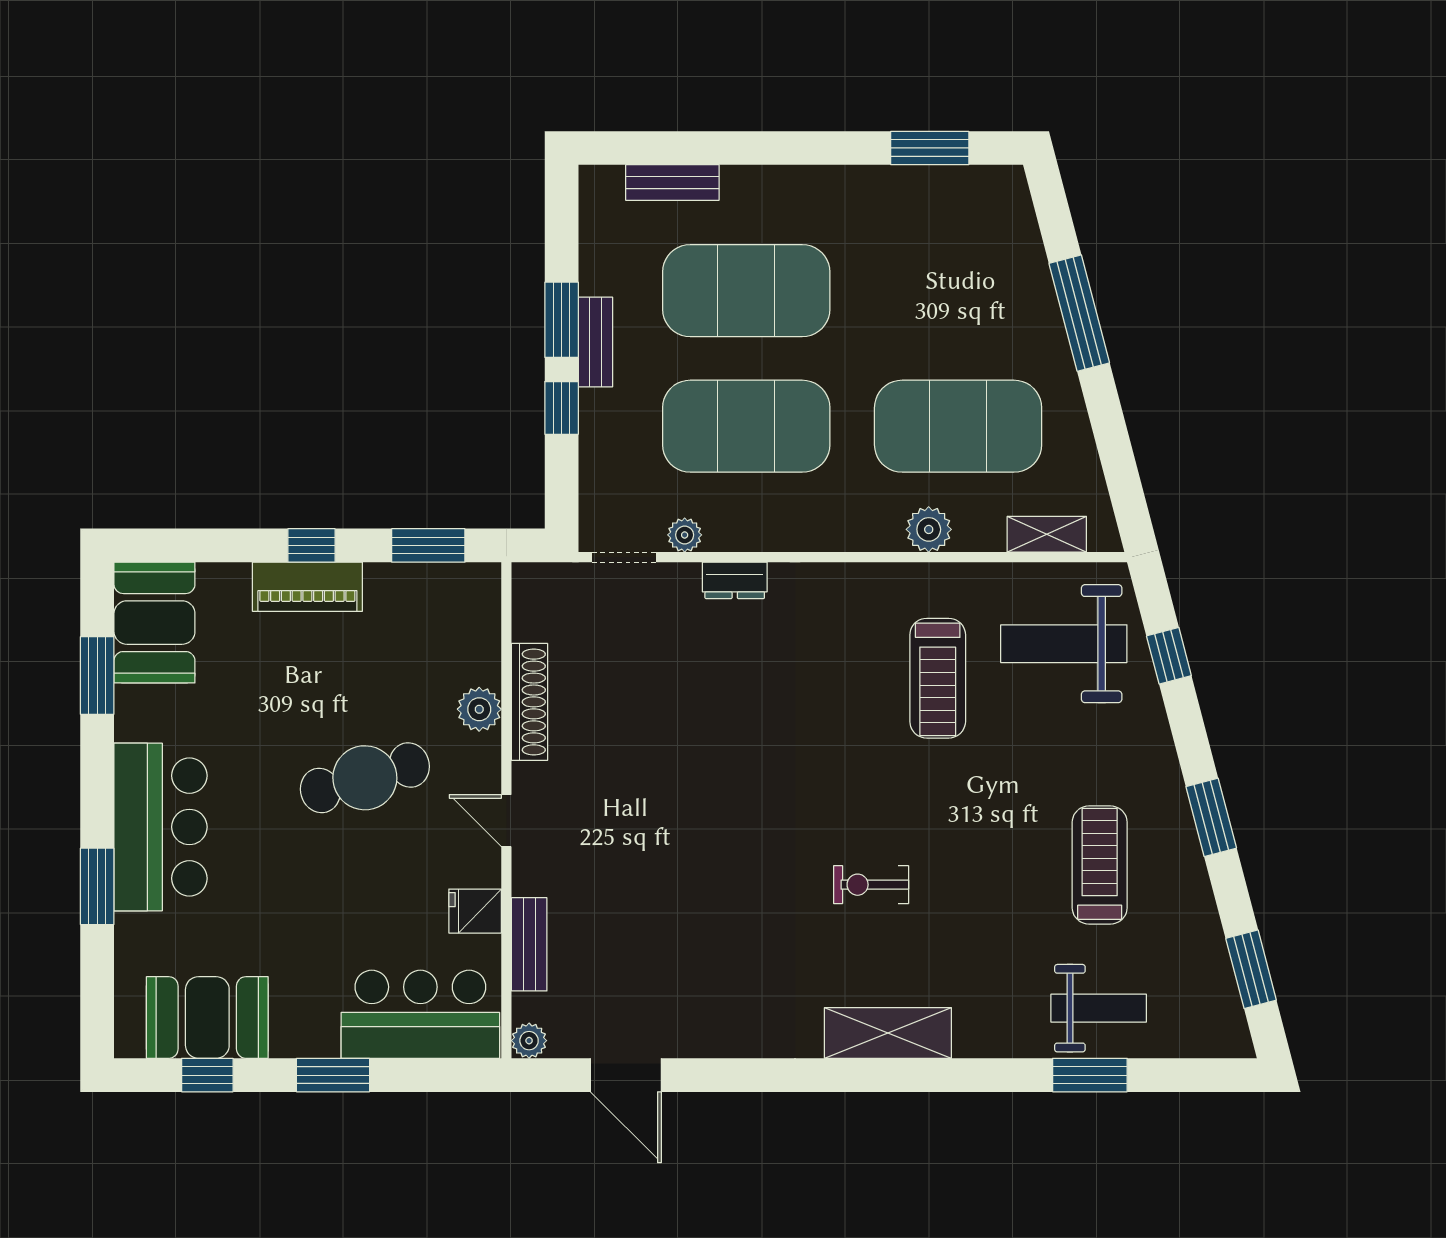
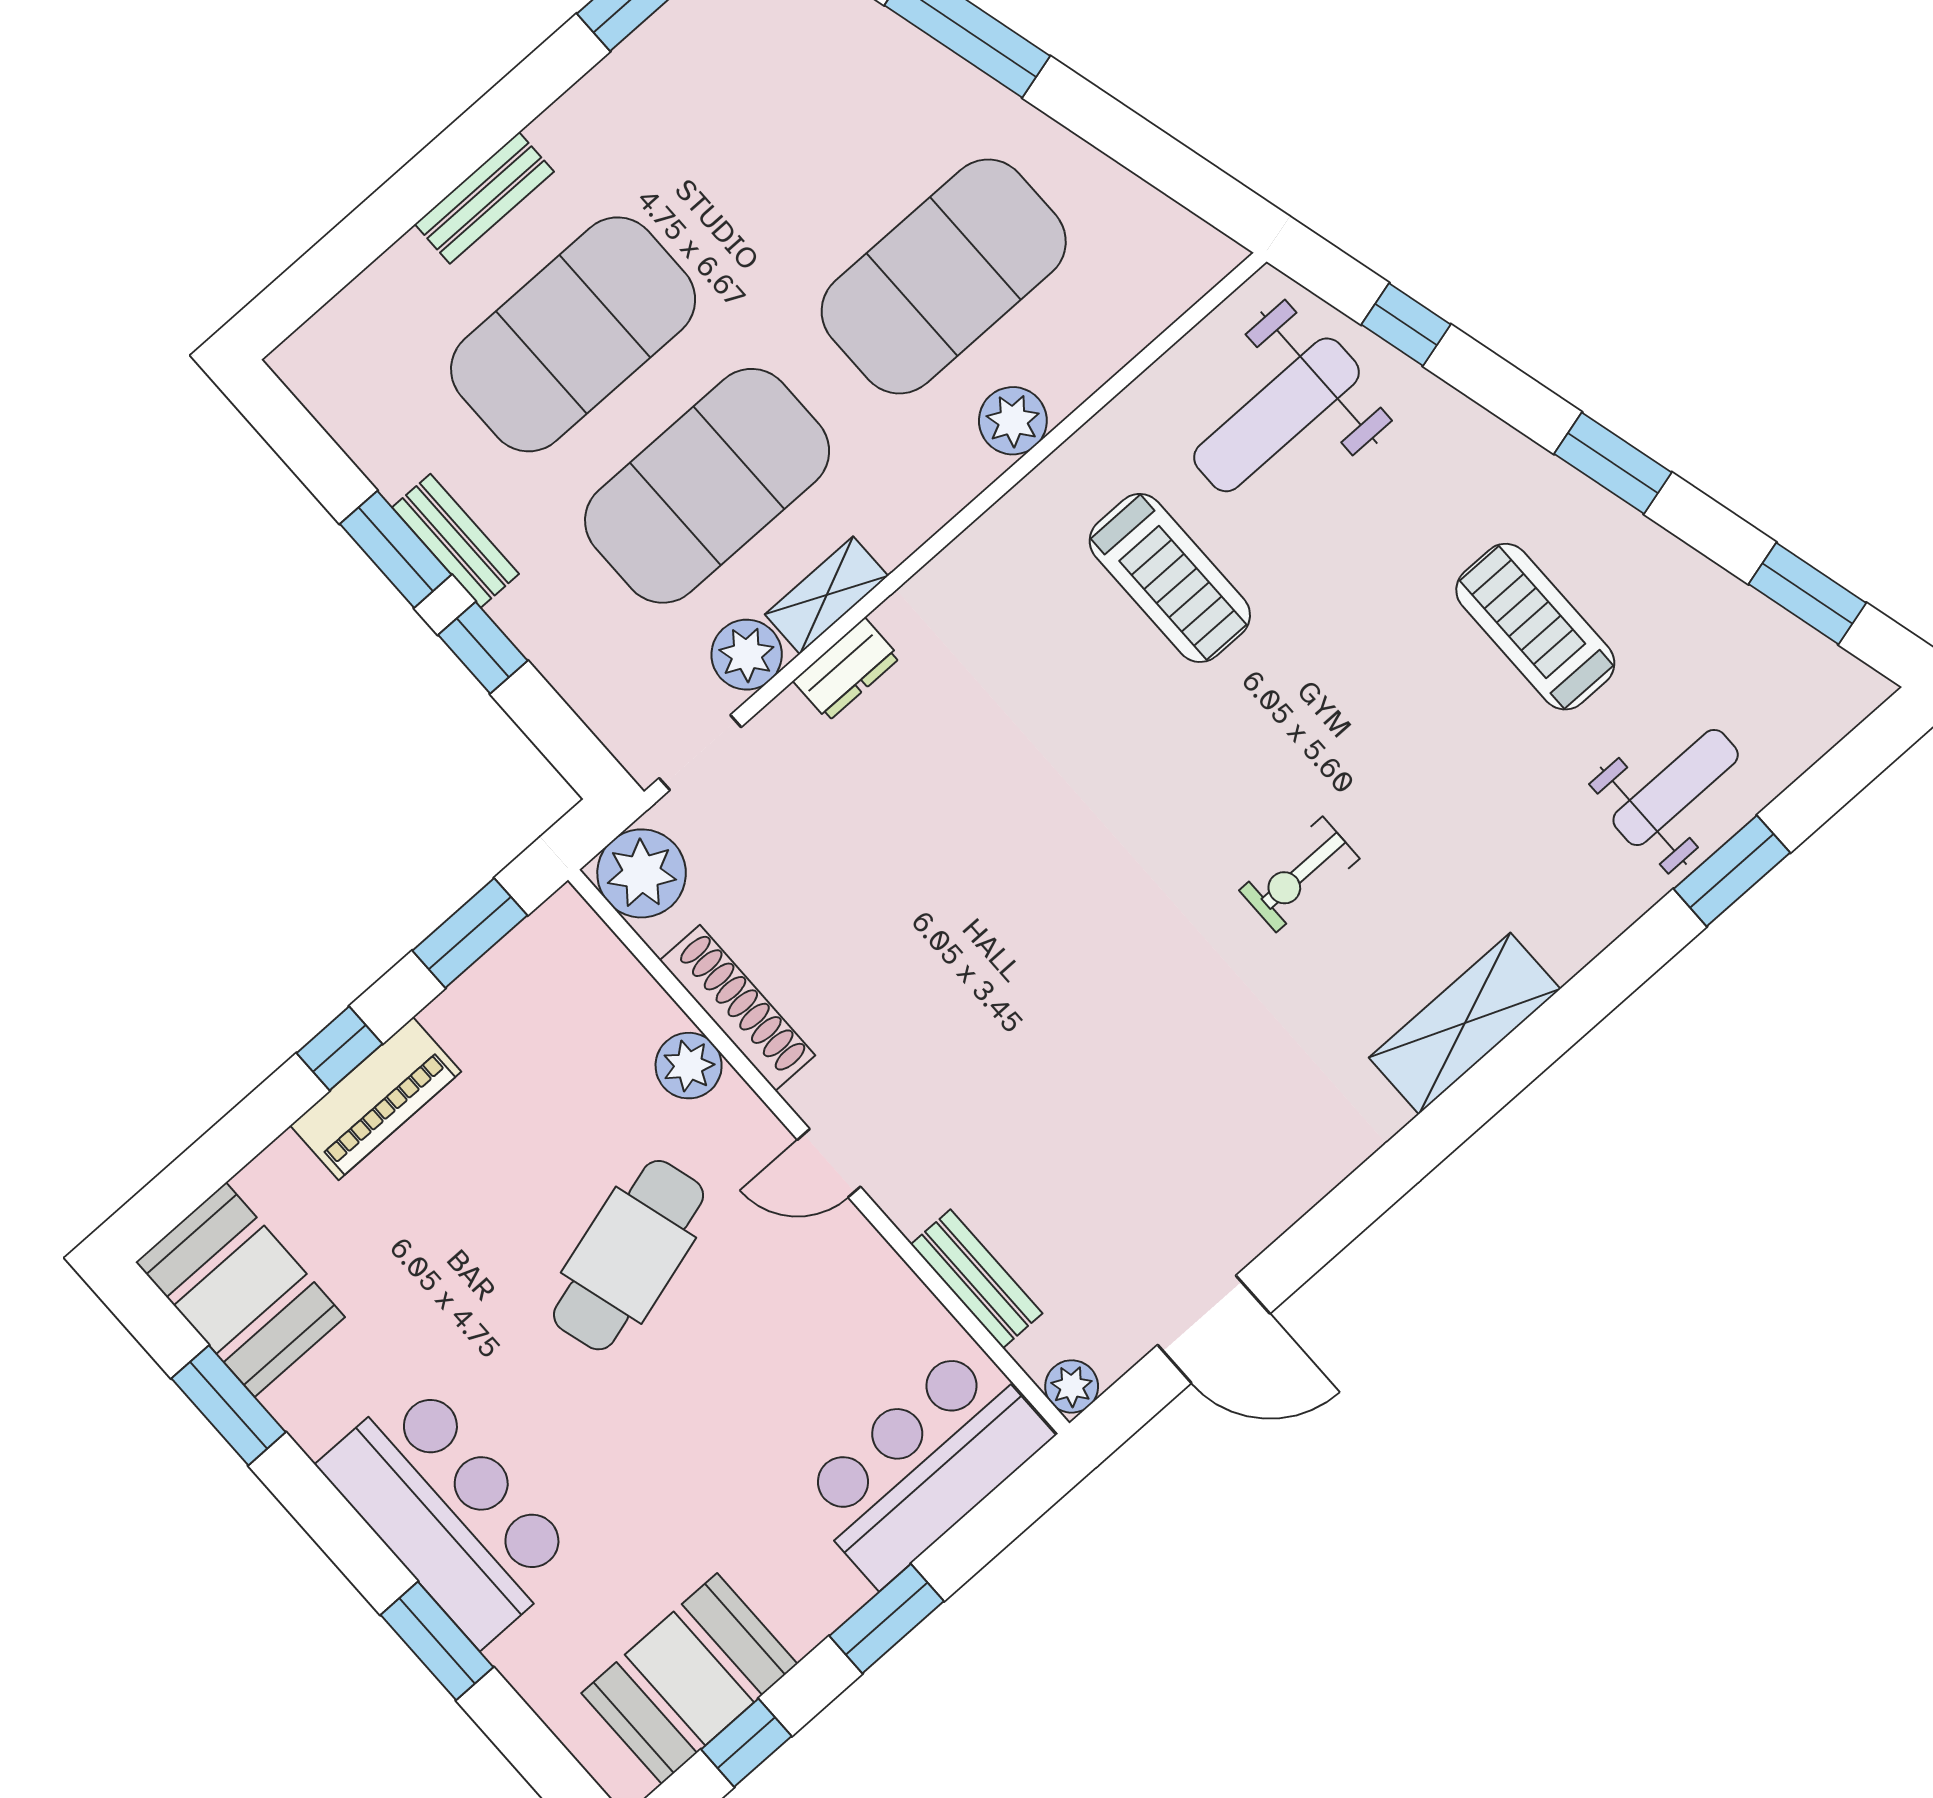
bench: (672, 183) -> (484, 198), moved
shelving: (1047, 534) -> (827, 595), moved
plant: (685, 535) -> (747, 655), width x1.38, depth x1.38
plant: (541, 592) -> (642, 873), added
fridge: (475, 911) -> (883, 1295), removed

